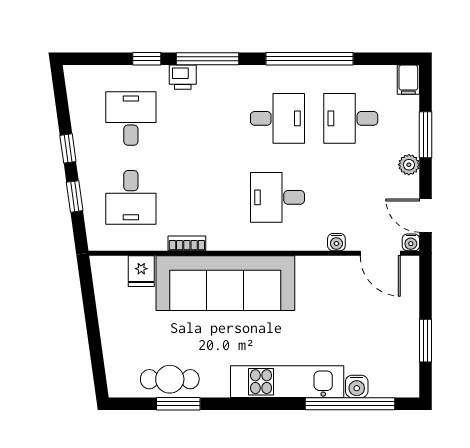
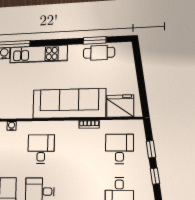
desk: (277, 197) -> (41, 149), turned -90
fridge: (141, 271) -> (120, 106), width x1.88, depth x1.34

